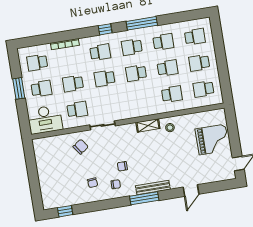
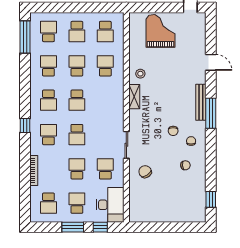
window: (142, 23) -> (25, 37), moved
school desk: (73, 84) -> (77, 169), turned 180
window: (23, 114) -> (100, 227), added

